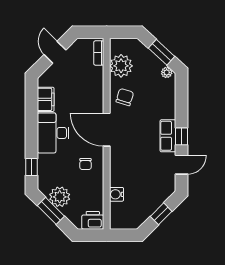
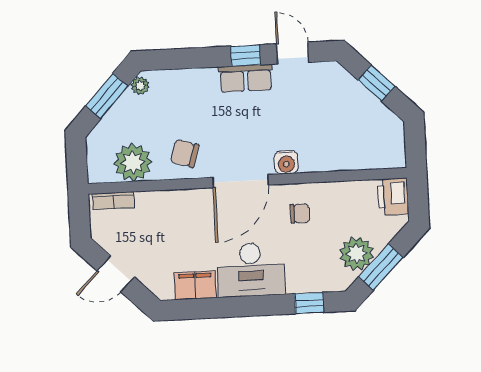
water cooler: (117, 194) -> (286, 162), moved

